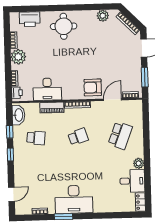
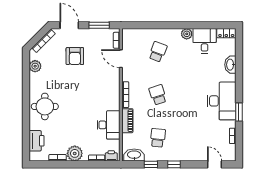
armchair: (93, 87) -> (75, 56), moved
school desk: (120, 135) -> (158, 52), width x0.54
washbasin: (110, 207) -> (230, 65), added

